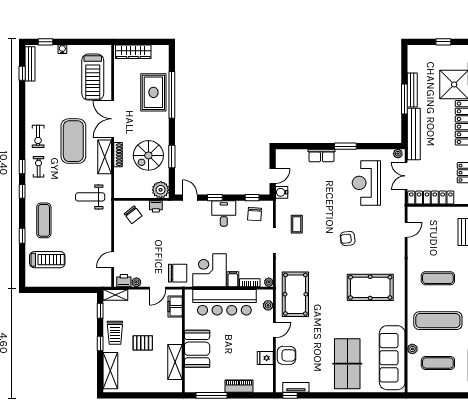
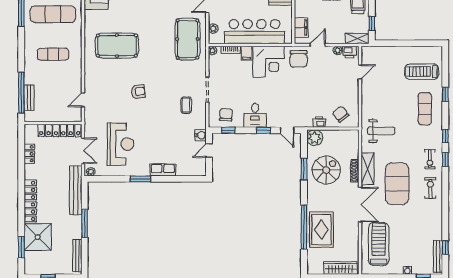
bench: (412, 90) -> (77, 256), moved
chair: (178, 273) -> (299, 59), turned -90

